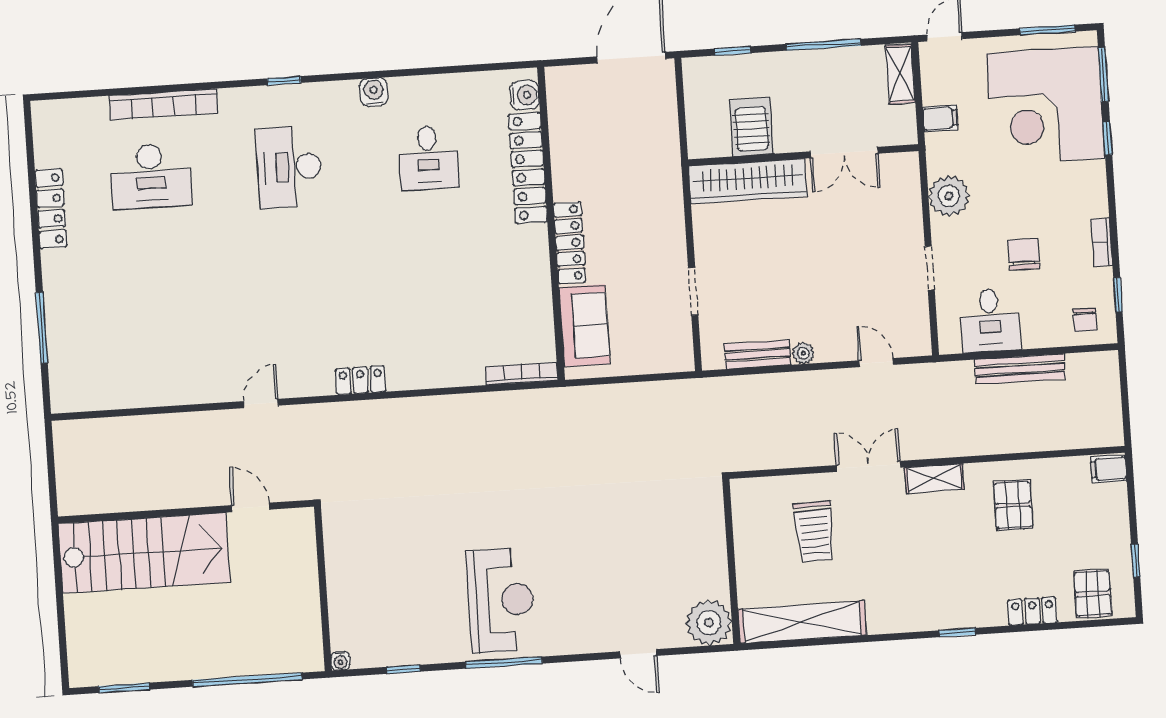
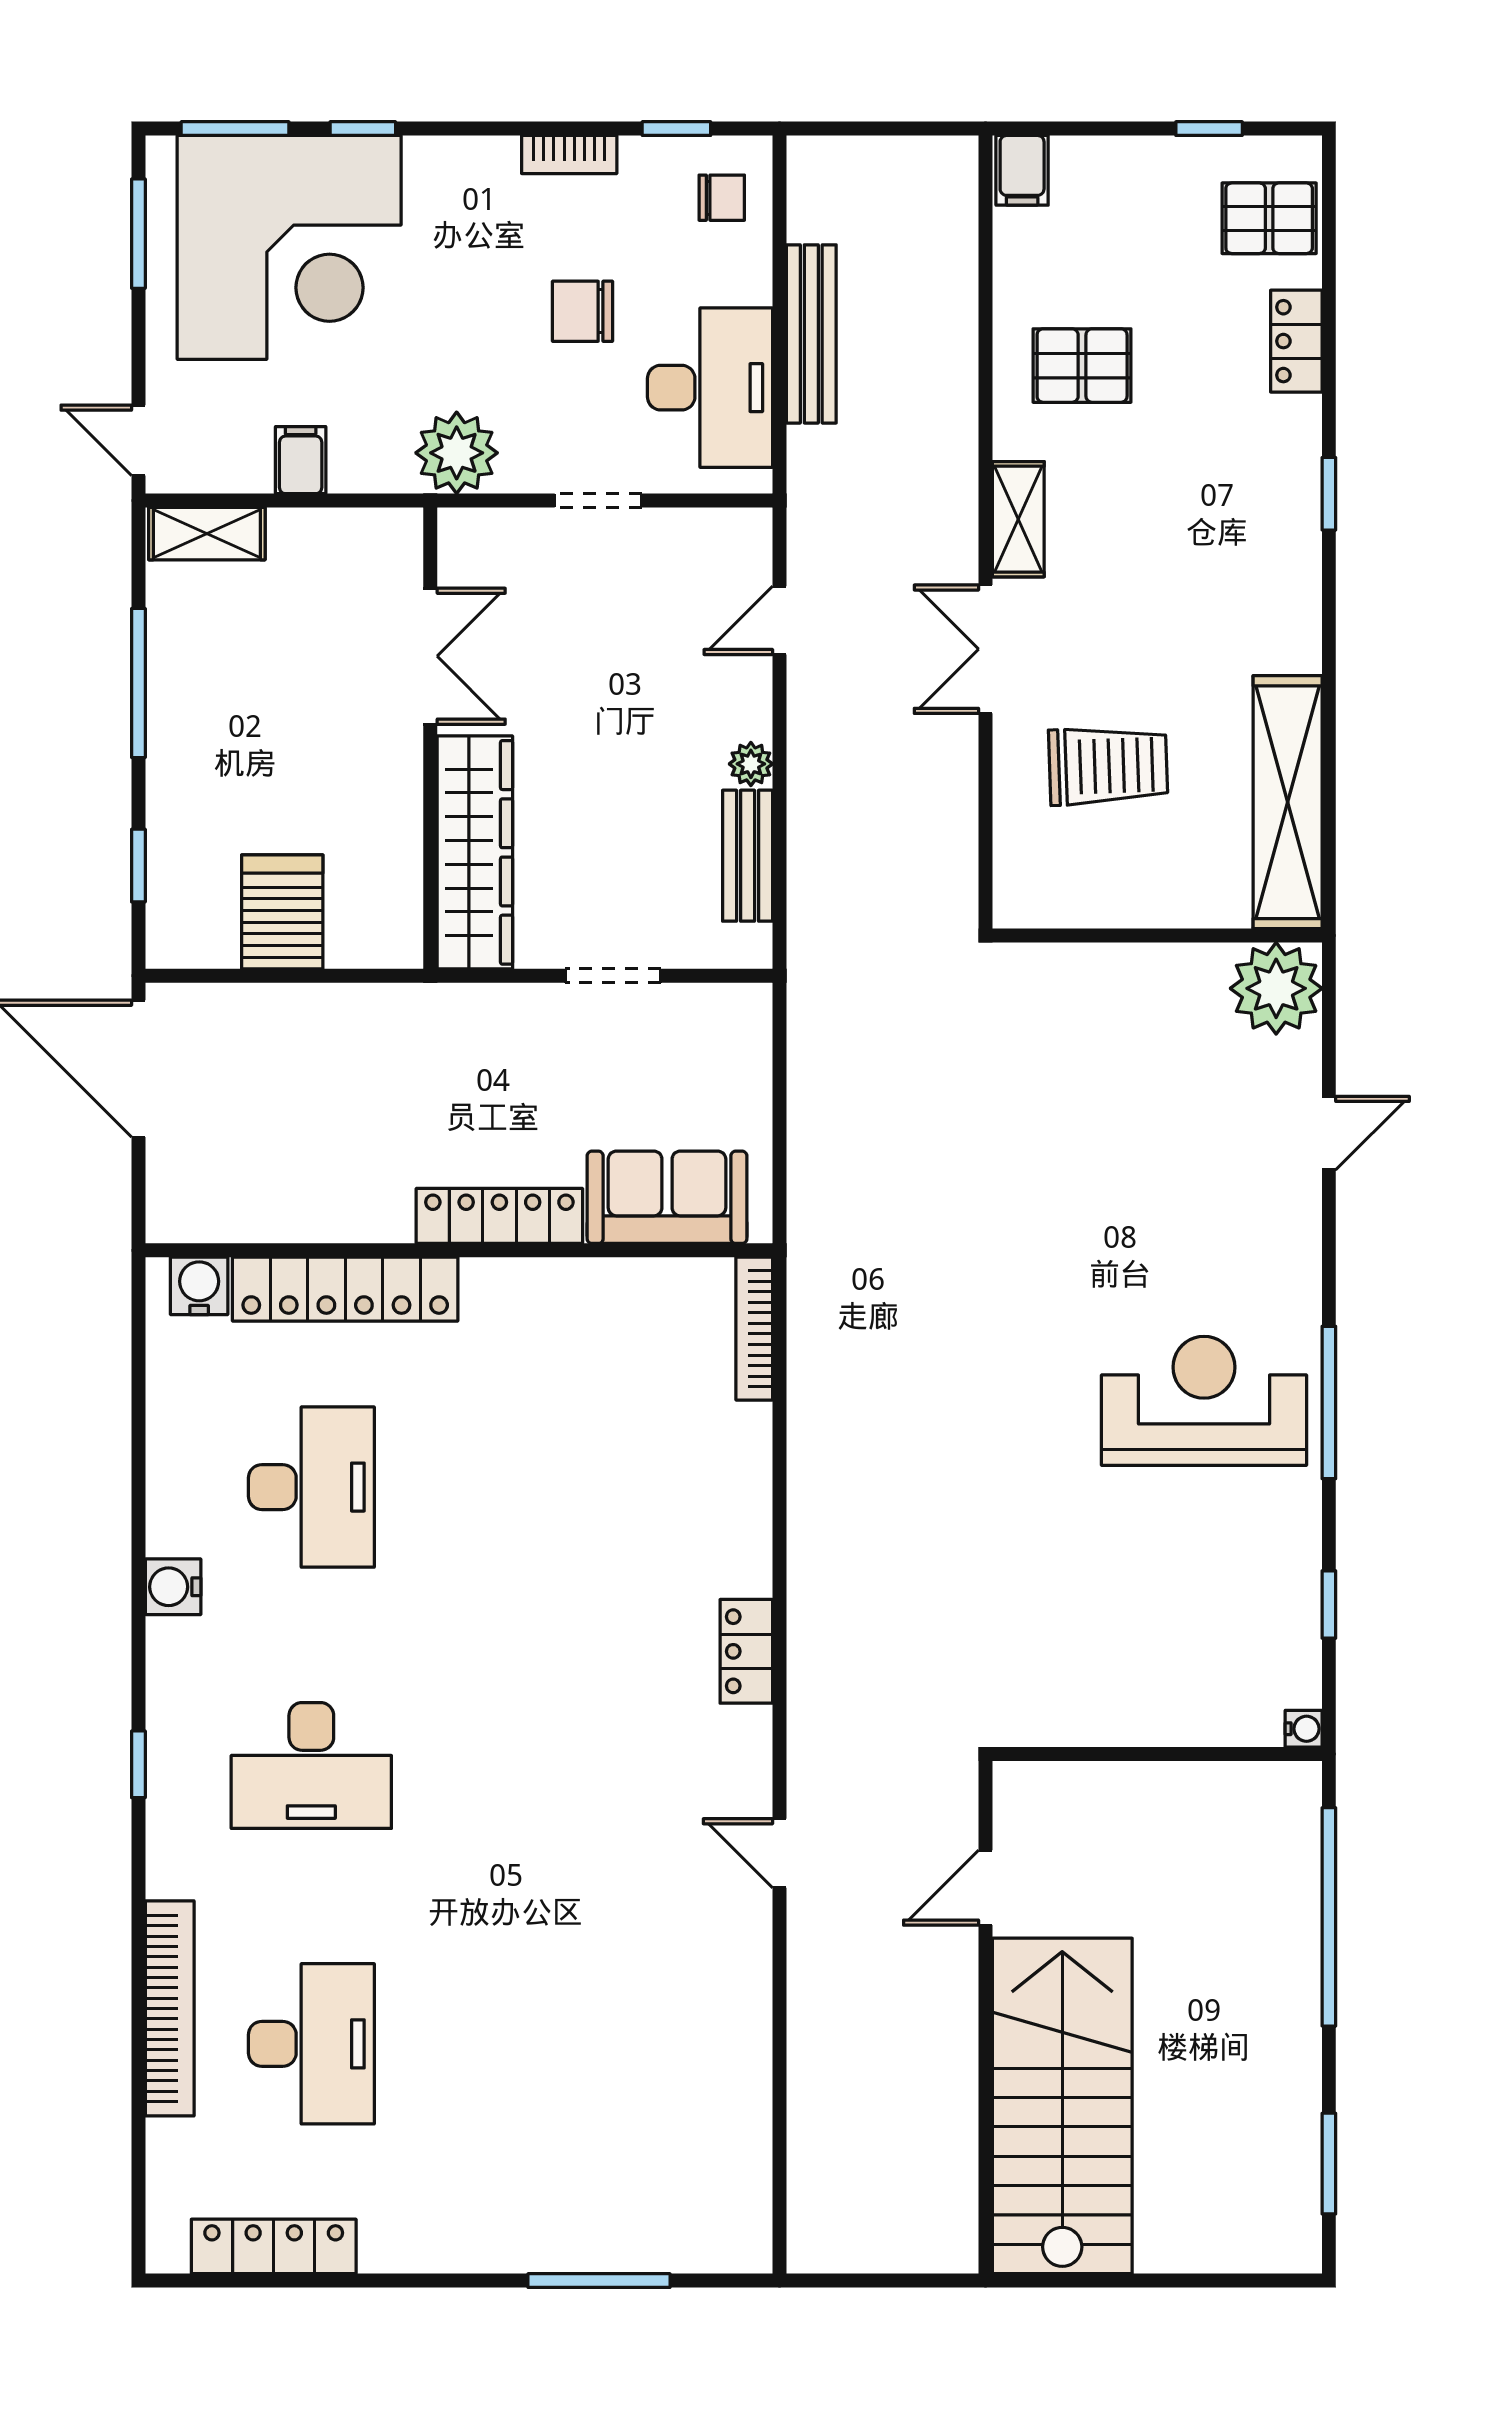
server rack: (751, 127) -> (282, 912), moved, turned 90
double door: (844, 152) -> (430, 656), moved
wall: (803, 155) -> (430, 738), moved
desk: (428, 158) -> (311, 1487), width x1.37
wardrobe: (748, 181) -> (475, 852), moved
locker: (51, 209) -> (274, 2246), moved
desk: (990, 320) -> (710, 388), width x1.37

